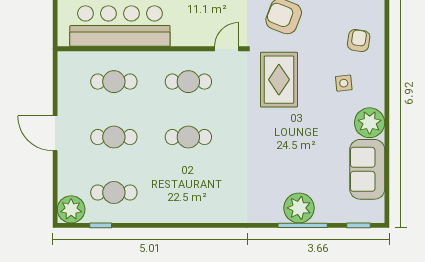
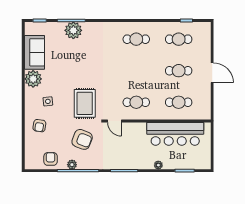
door: (227, 49) -> (114, 121), hinge flipped
cafe table: (188, 137) -> (136, 39), moved
plant: (71, 209) -> (203, 30), removed

